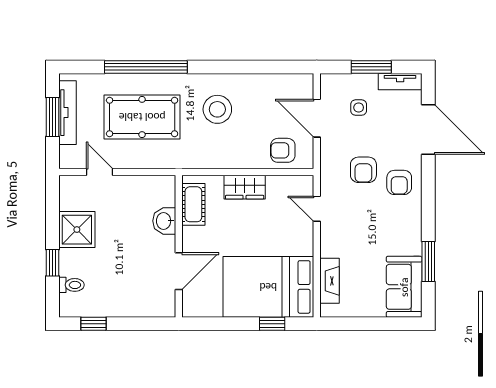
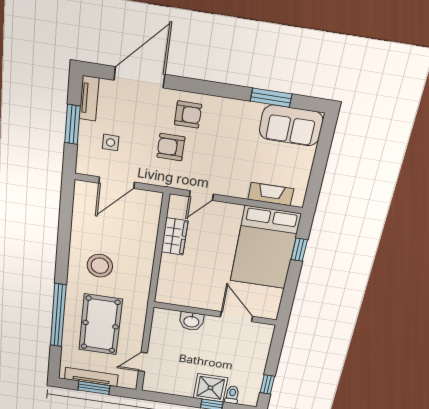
armchair: (283, 150) -> (143, 217), removed
armchair: (363, 170) -> (171, 147), turned 180
wardrobe: (245, 187) -> (175, 236), moved
cot: (193, 204) -> (181, 297), removed
shower: (77, 230) -> (210, 388), moved

